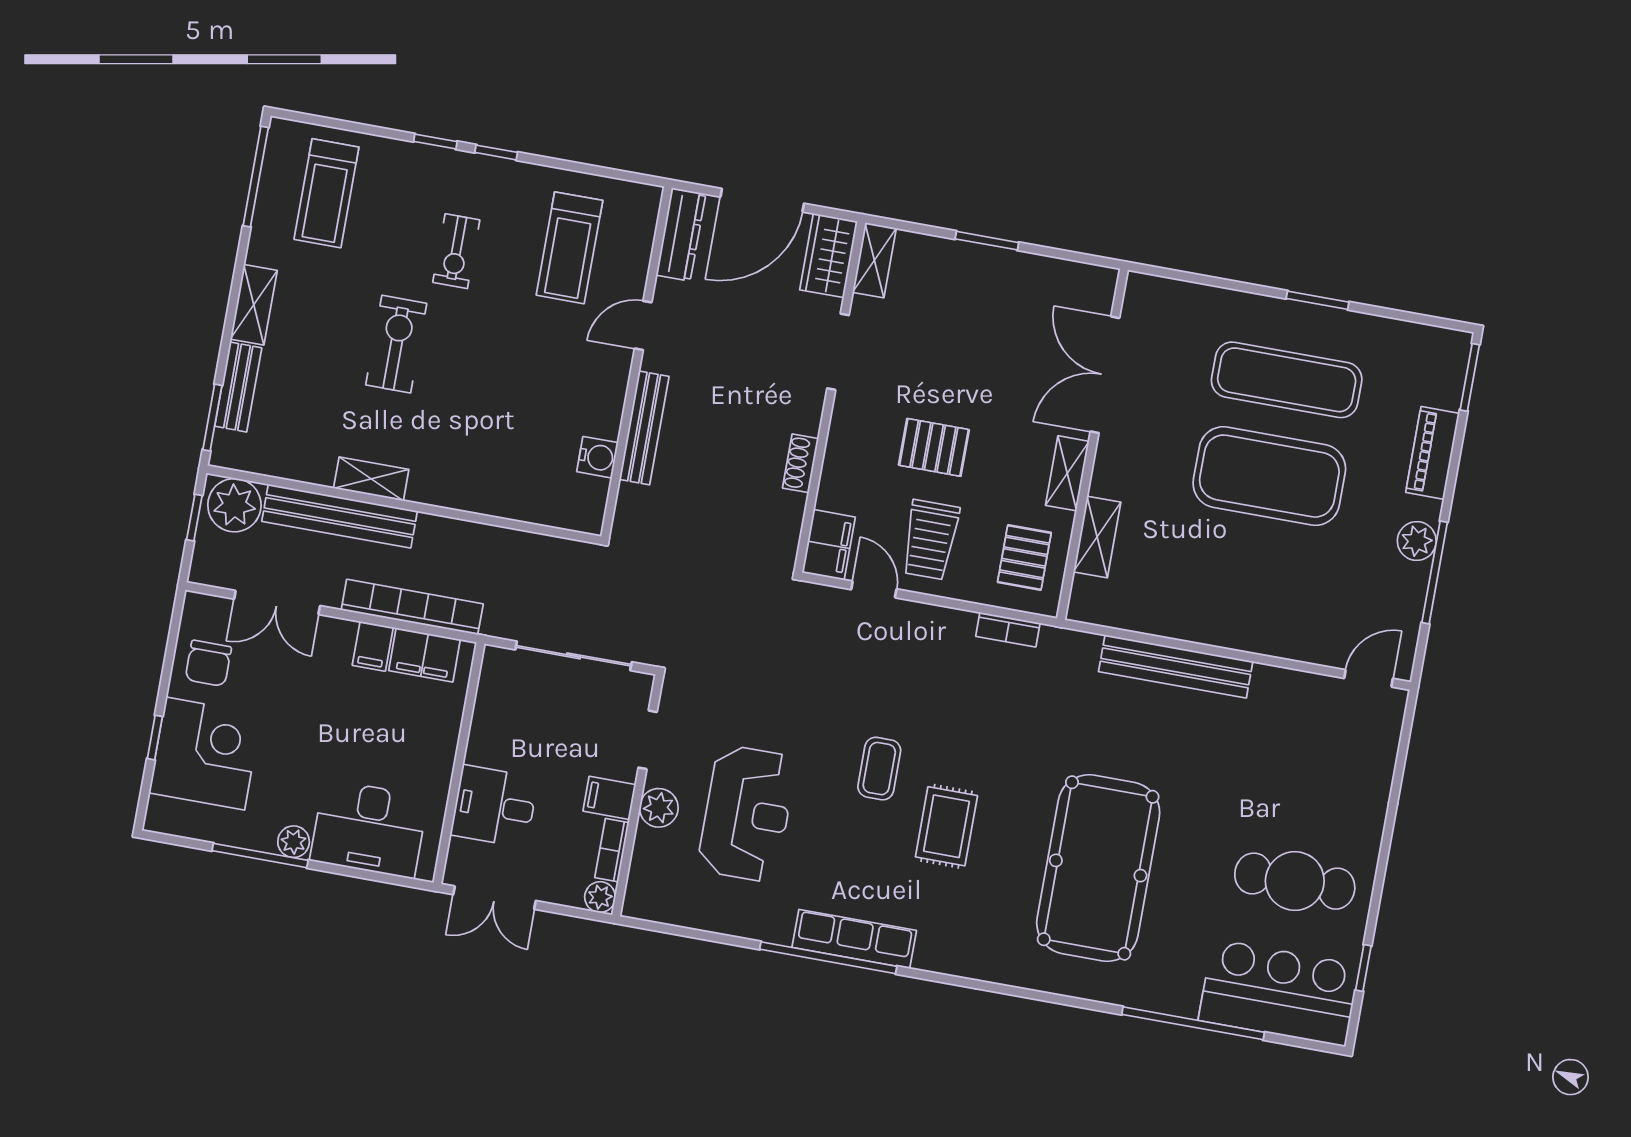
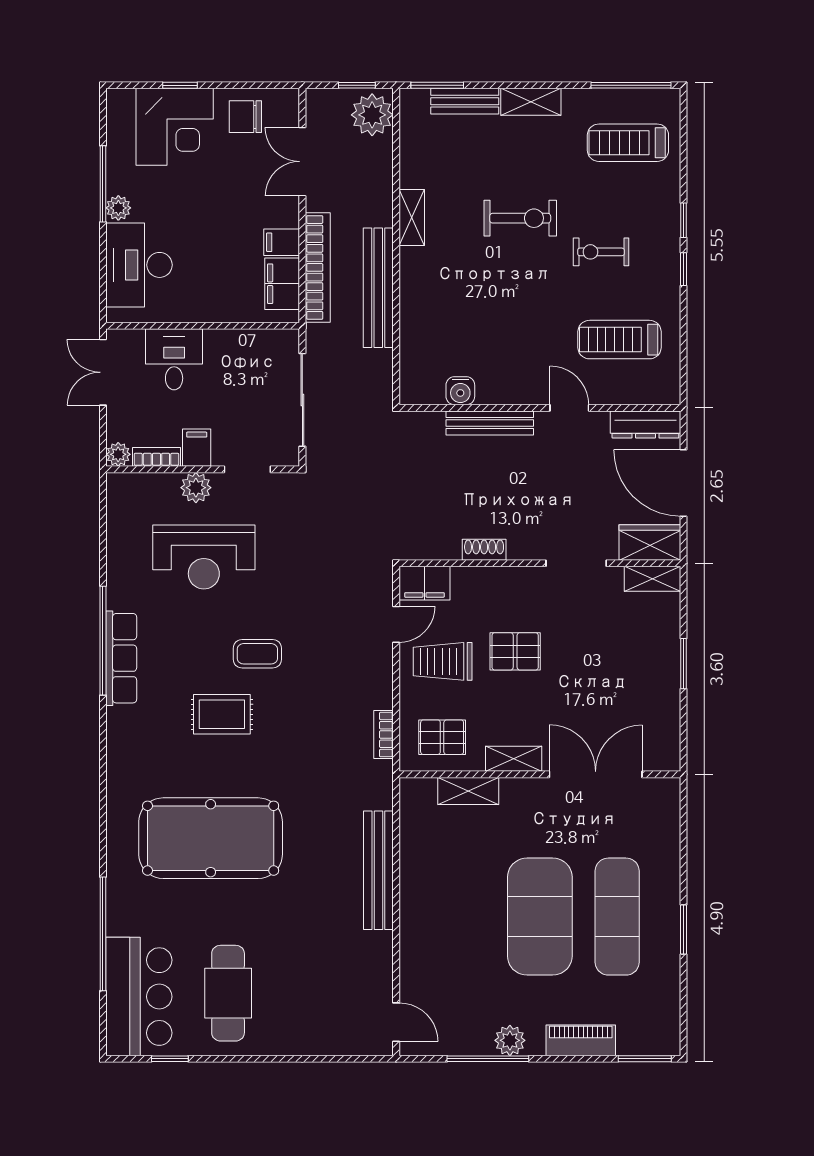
pallet: (934, 447) -> (515, 651), turned 90
bench: (340, 516) -> (378, 288), moved

